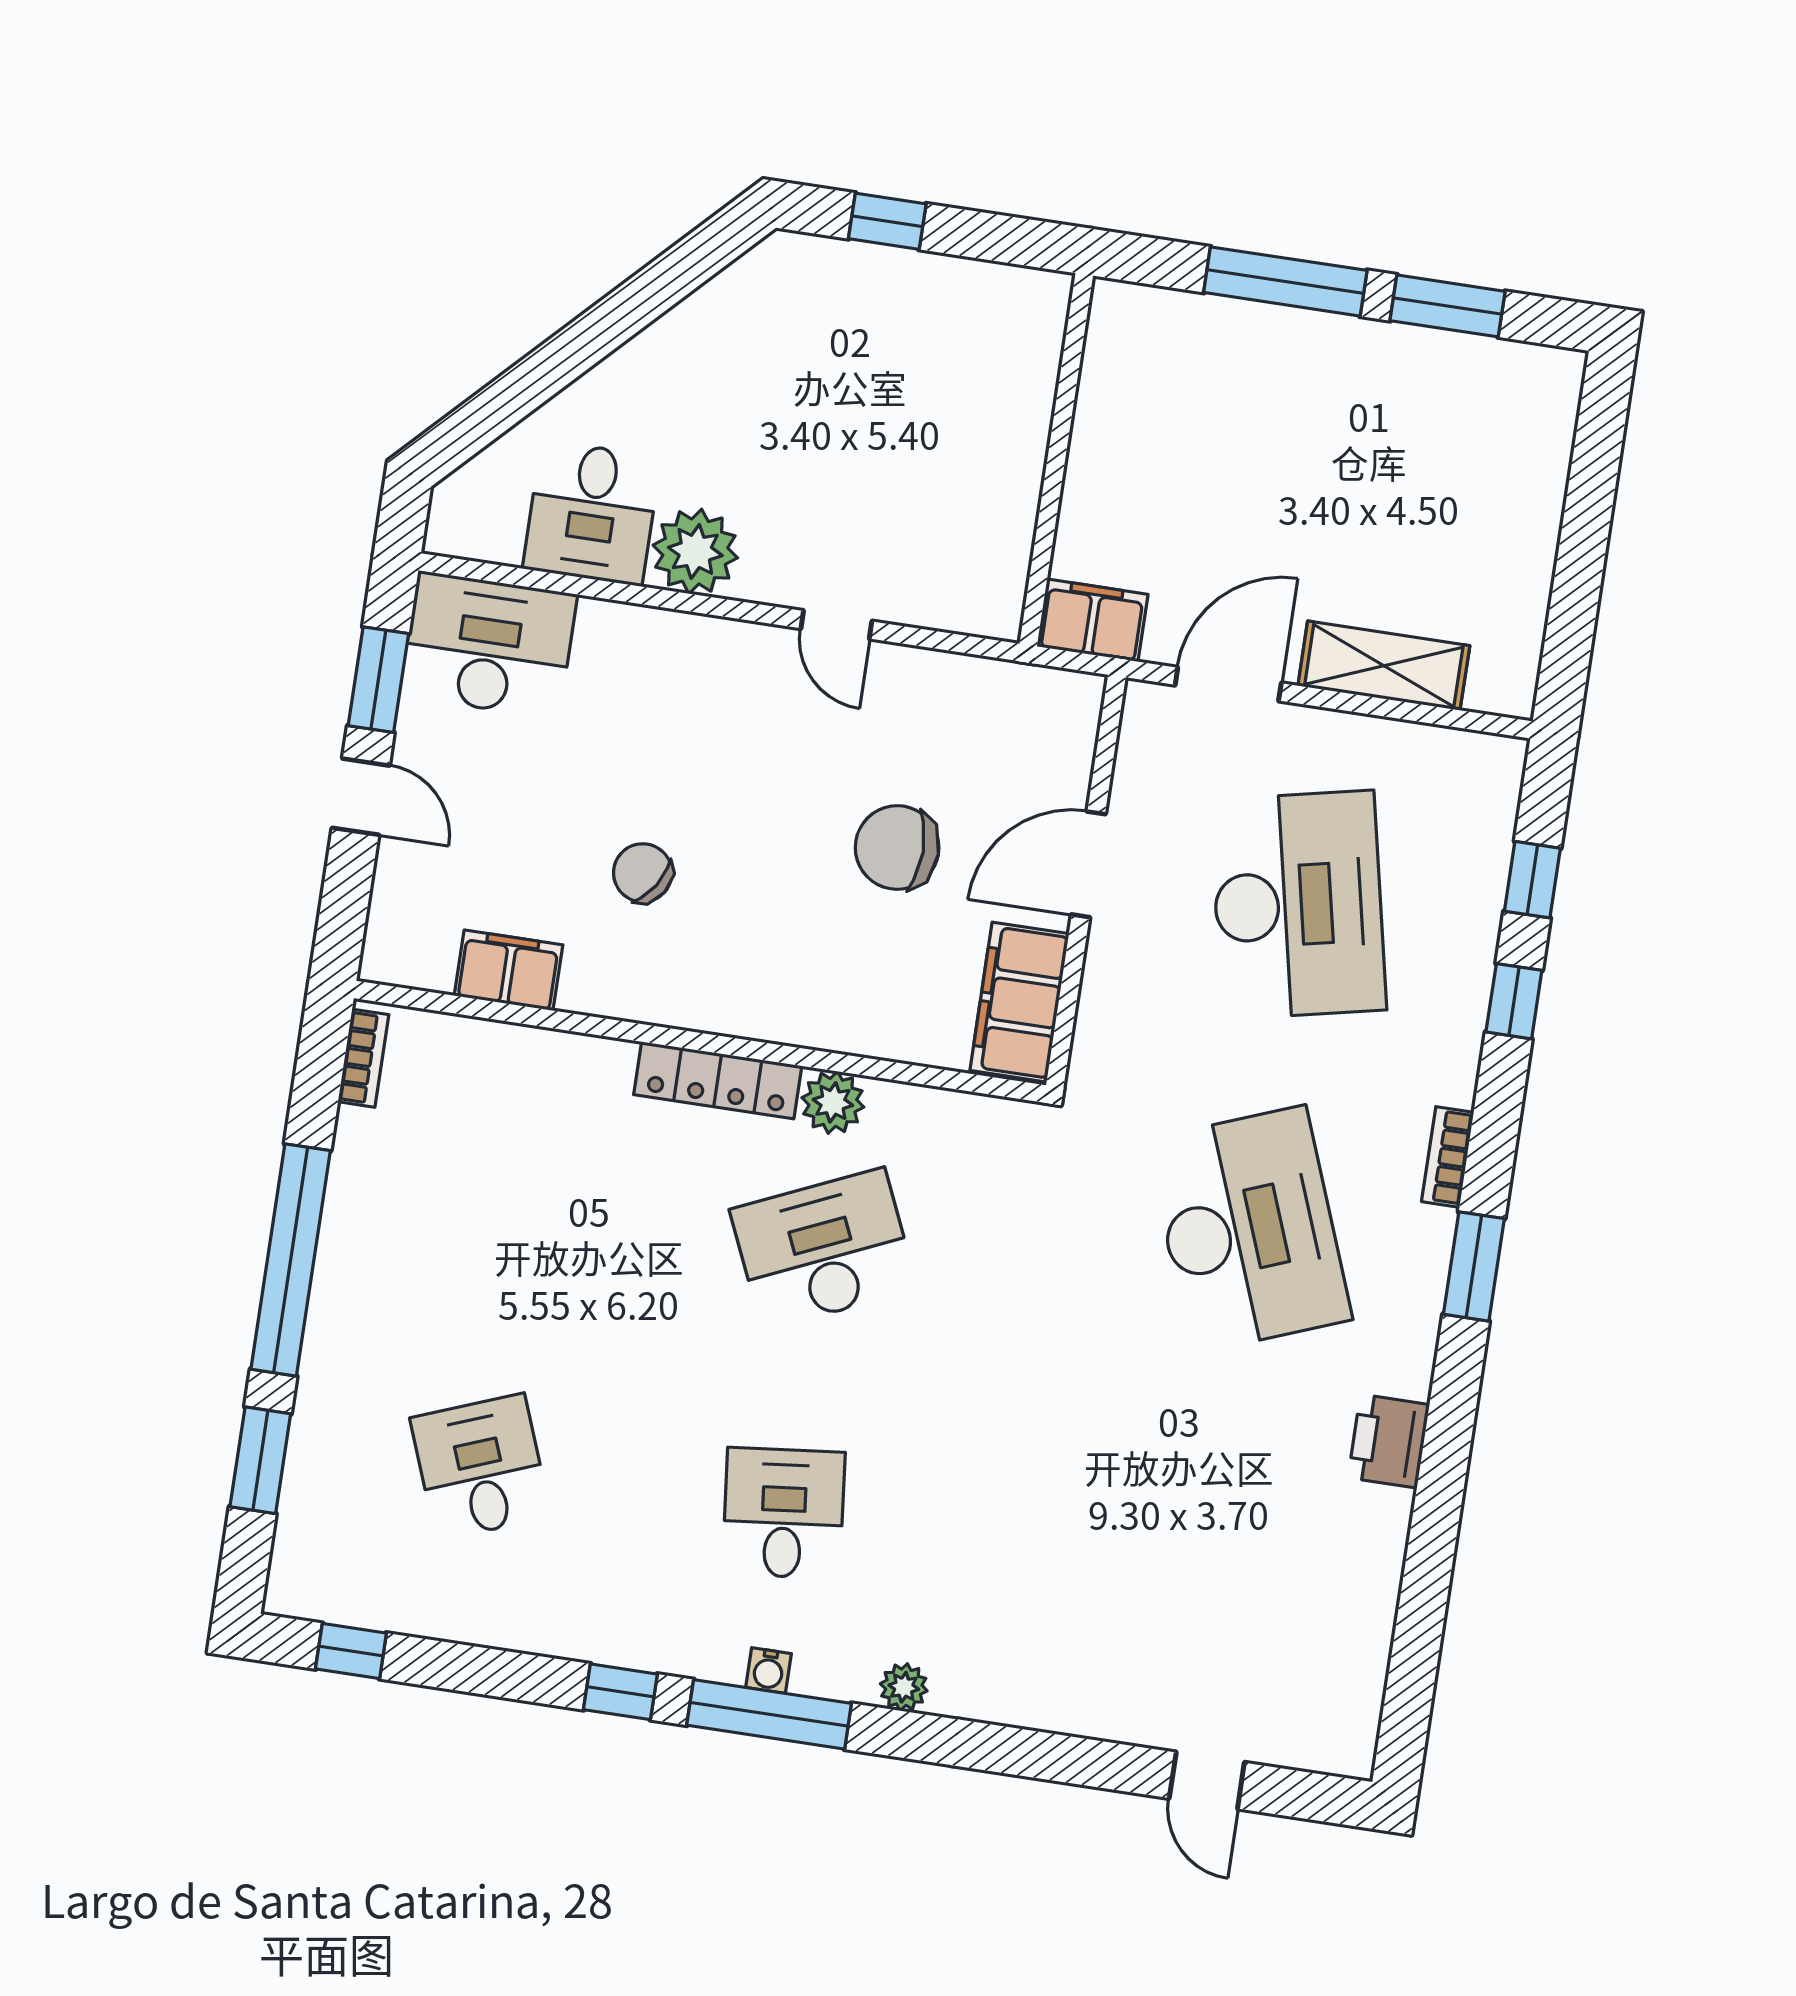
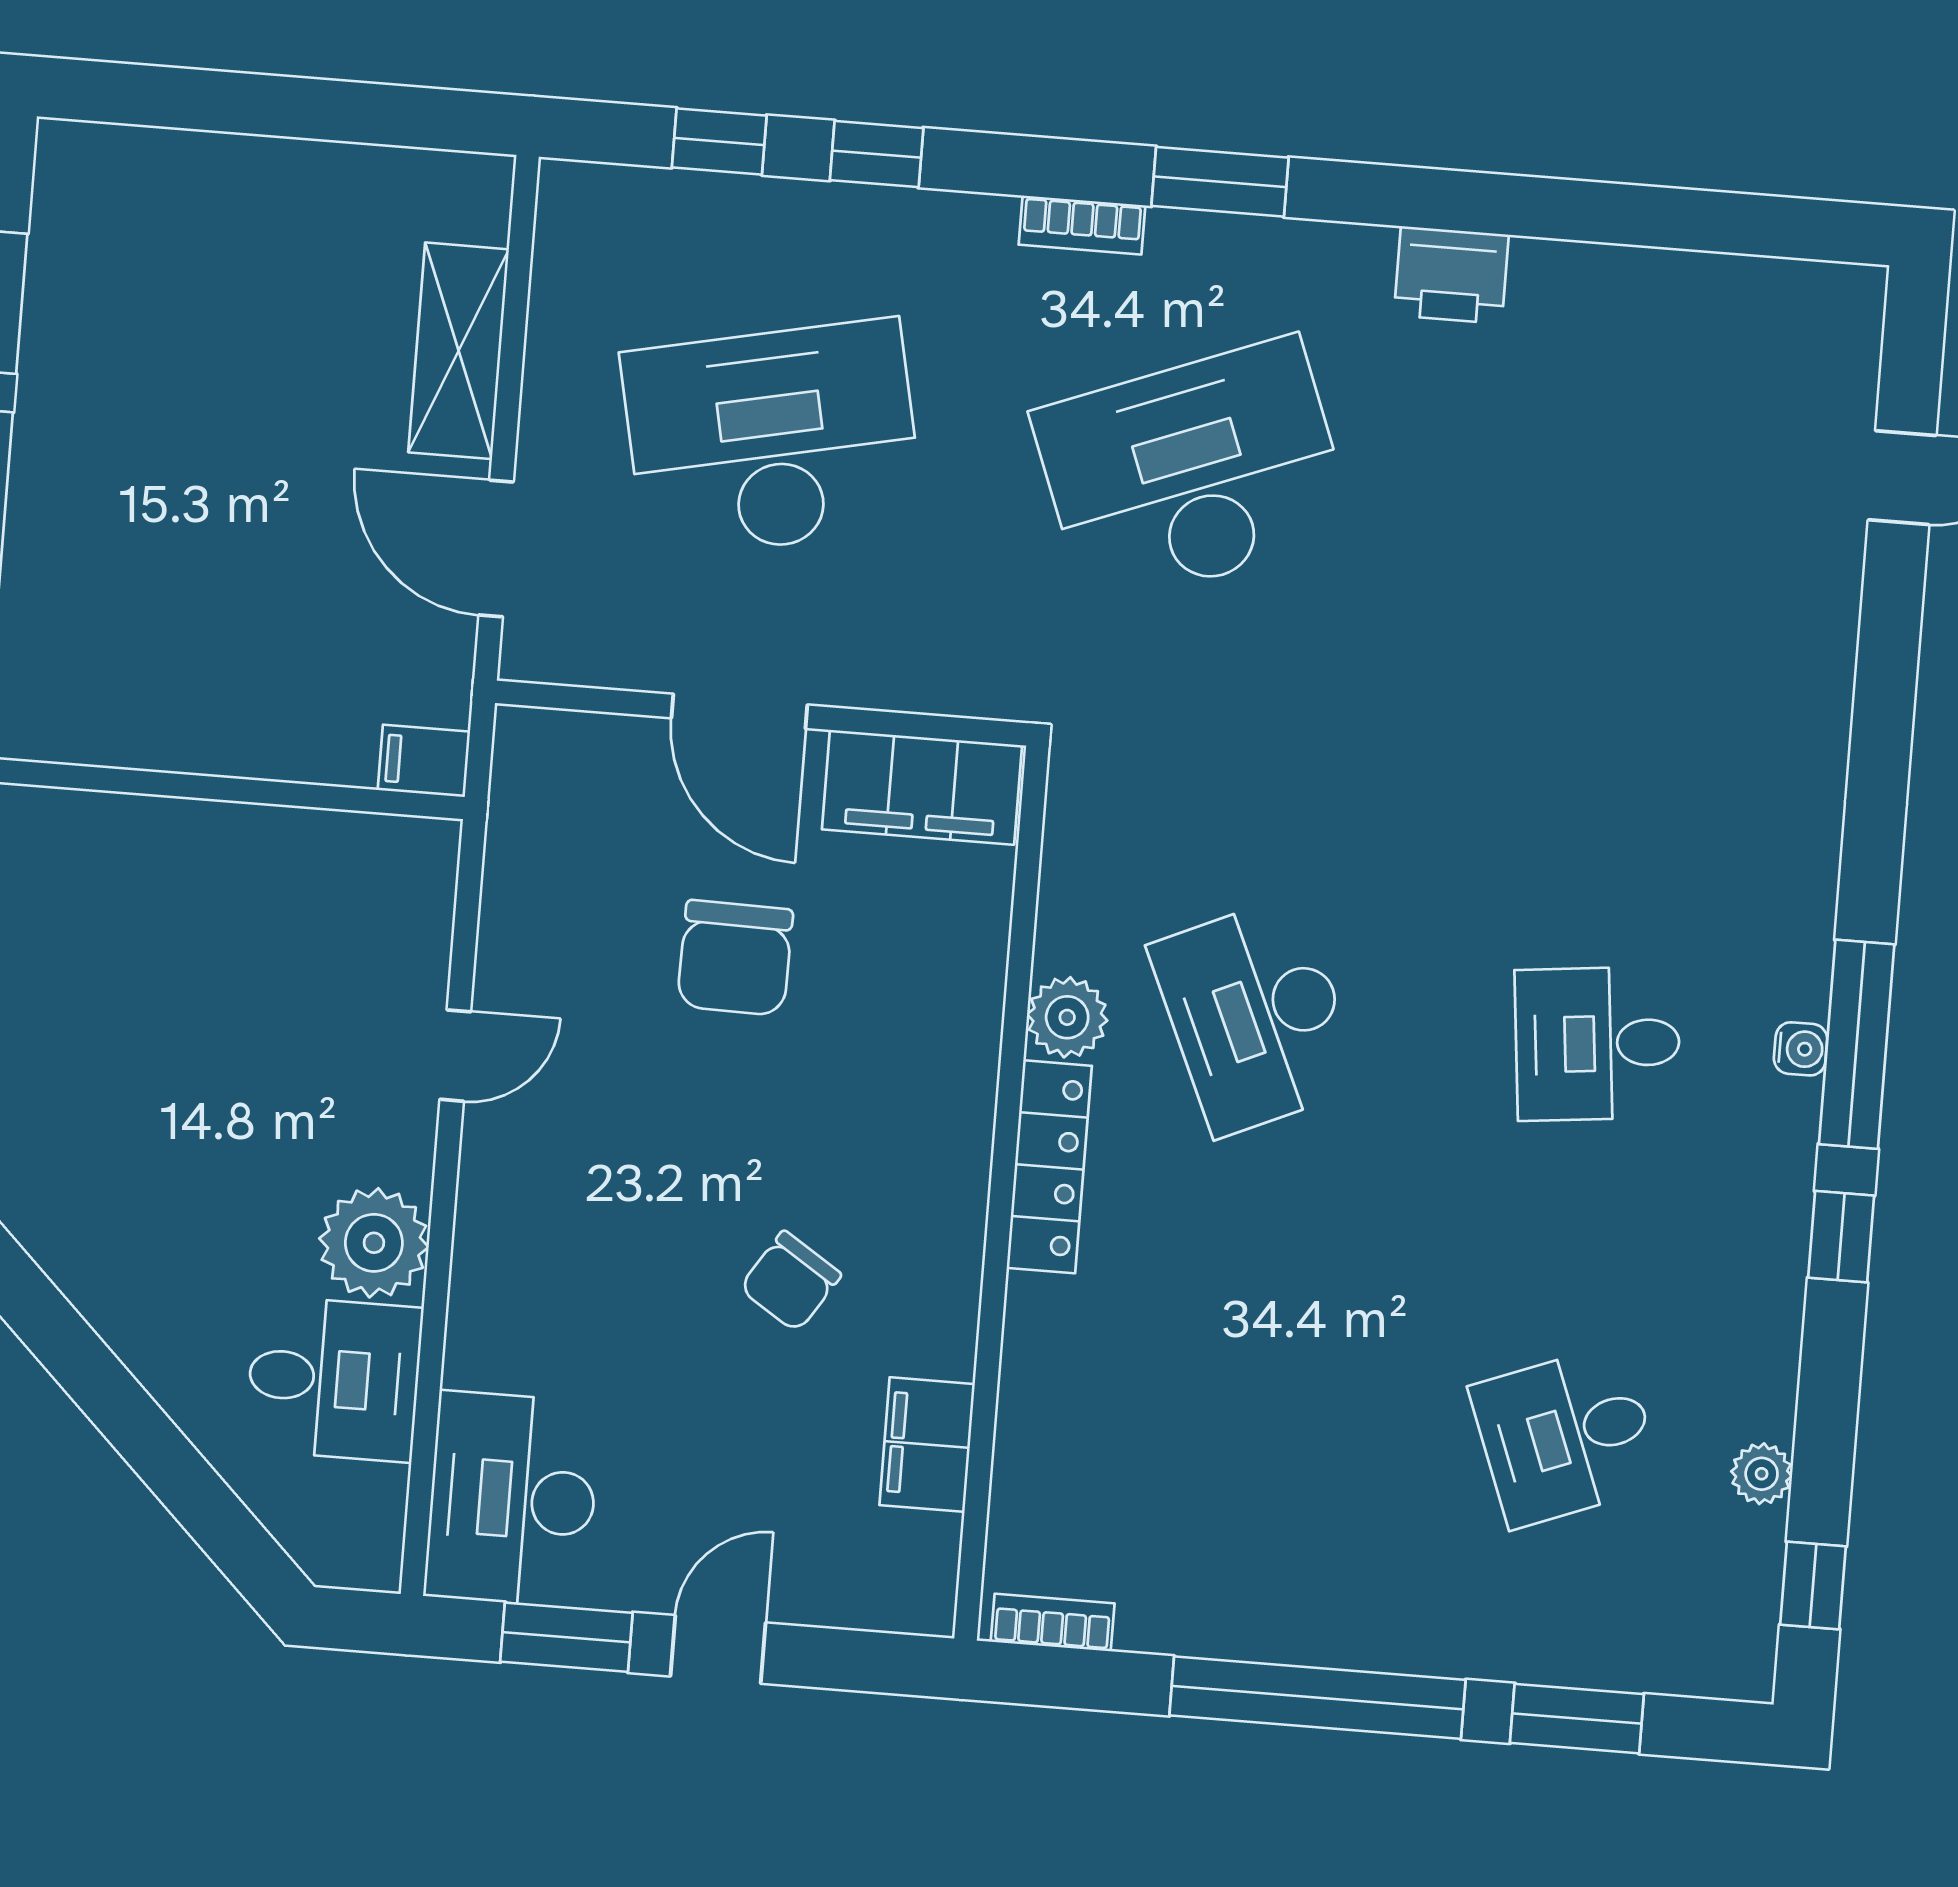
filing cabinet: (1092, 620) -> (424, 761), width x0.50
plant: (904, 1687) -> (1762, 1474), moved

